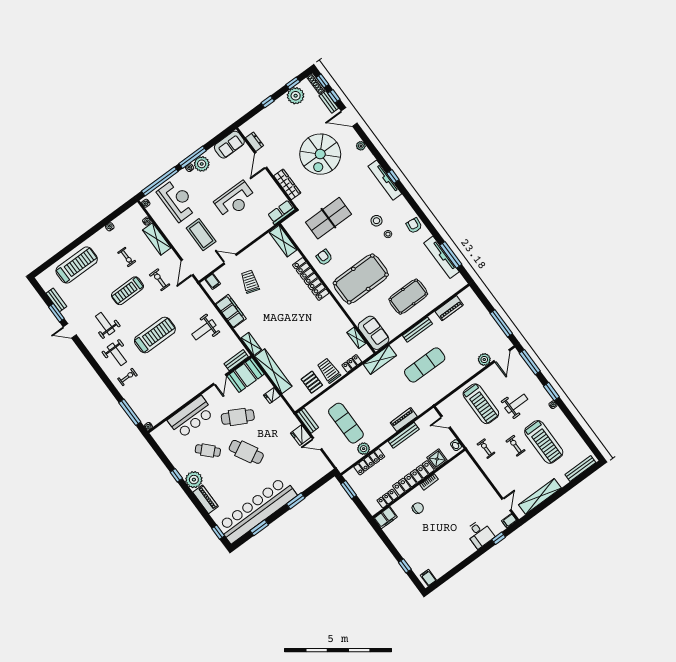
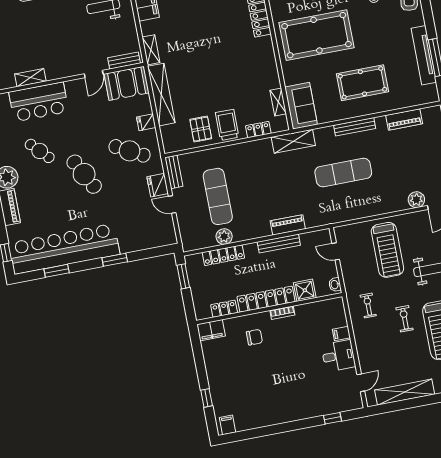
shelving: (177, 403) -> (30, 78), added
cafe table: (238, 417) -> (130, 151), moved
filing cabinet: (509, 521) -> (341, 333), moved
desk: (480, 534) -> (338, 356), moved, turned -90

